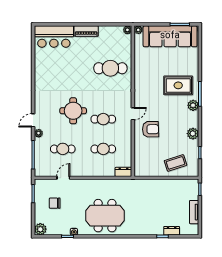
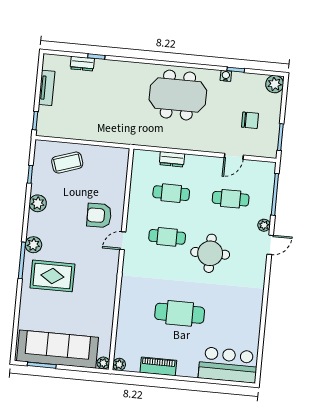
piano: (86, 31) -> (158, 366), moved
cafe table: (110, 68) -> (180, 313), moved
dresser: (123, 172) -> (172, 159), moved

